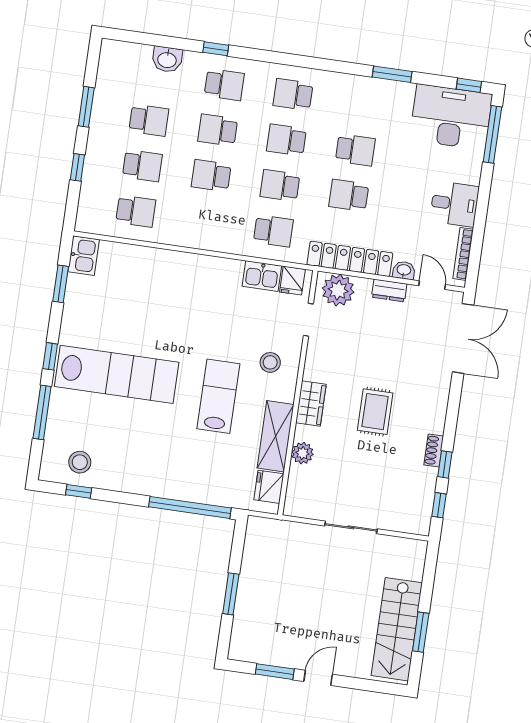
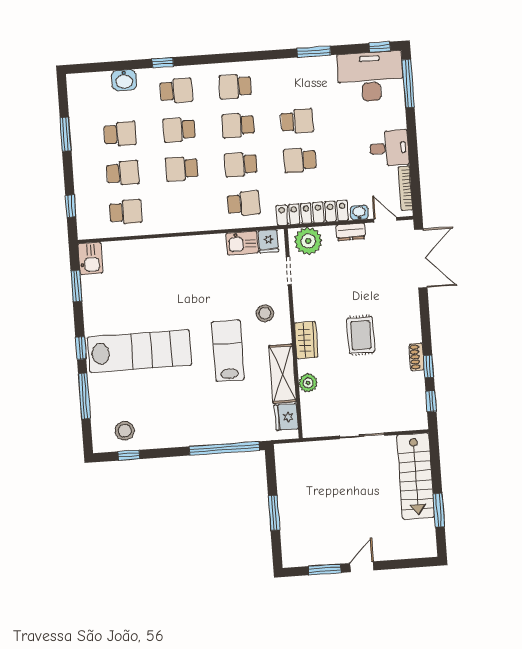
window: (77, 167) -> (71, 206), moved
stairs: (397, 629) -> (416, 476), moved

